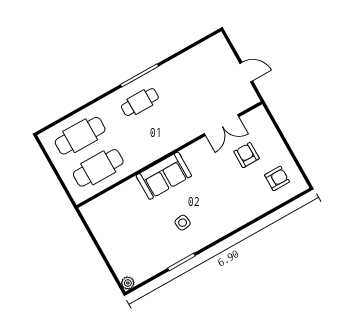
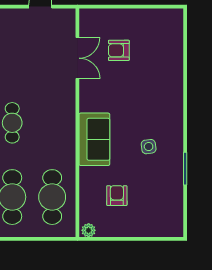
armchair: (277, 178) -> (117, 196), moved
plant: (128, 283) -> (89, 230), moved

